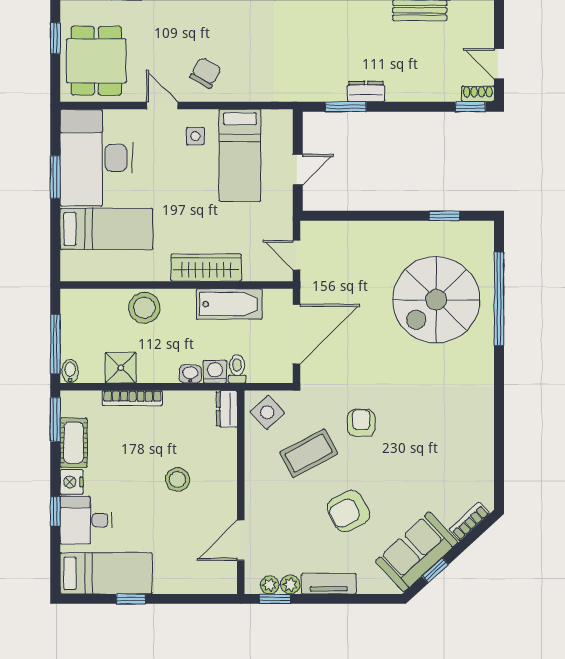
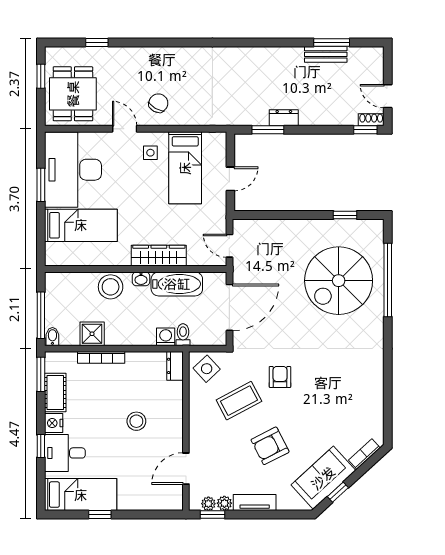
washbasin: (190, 374) -> (141, 279), moved, turned 180

